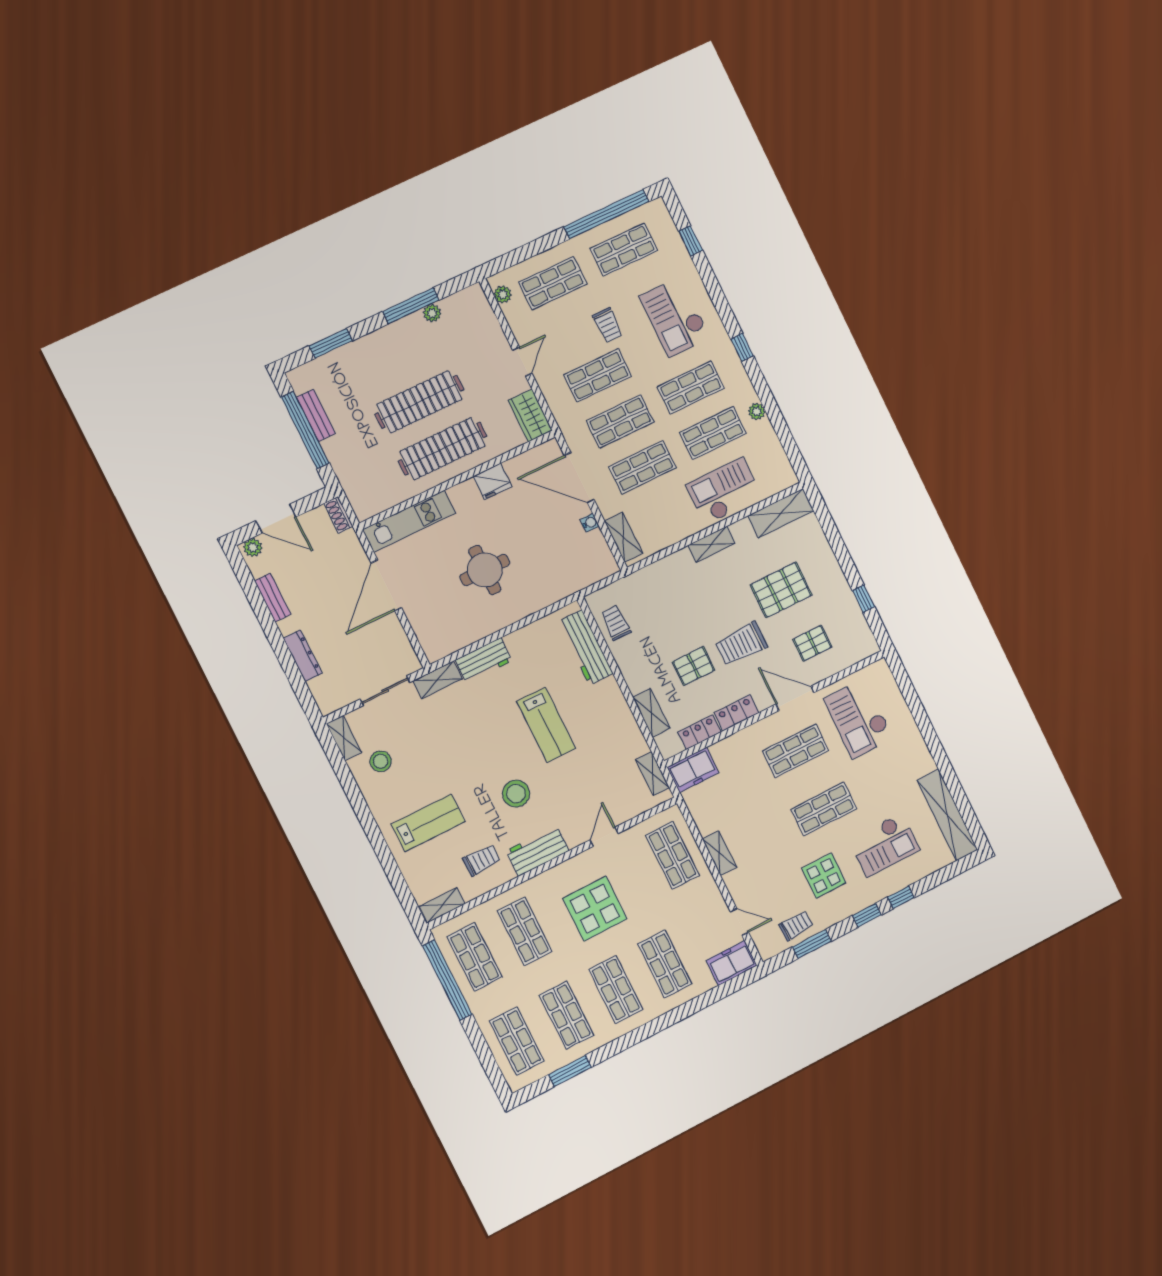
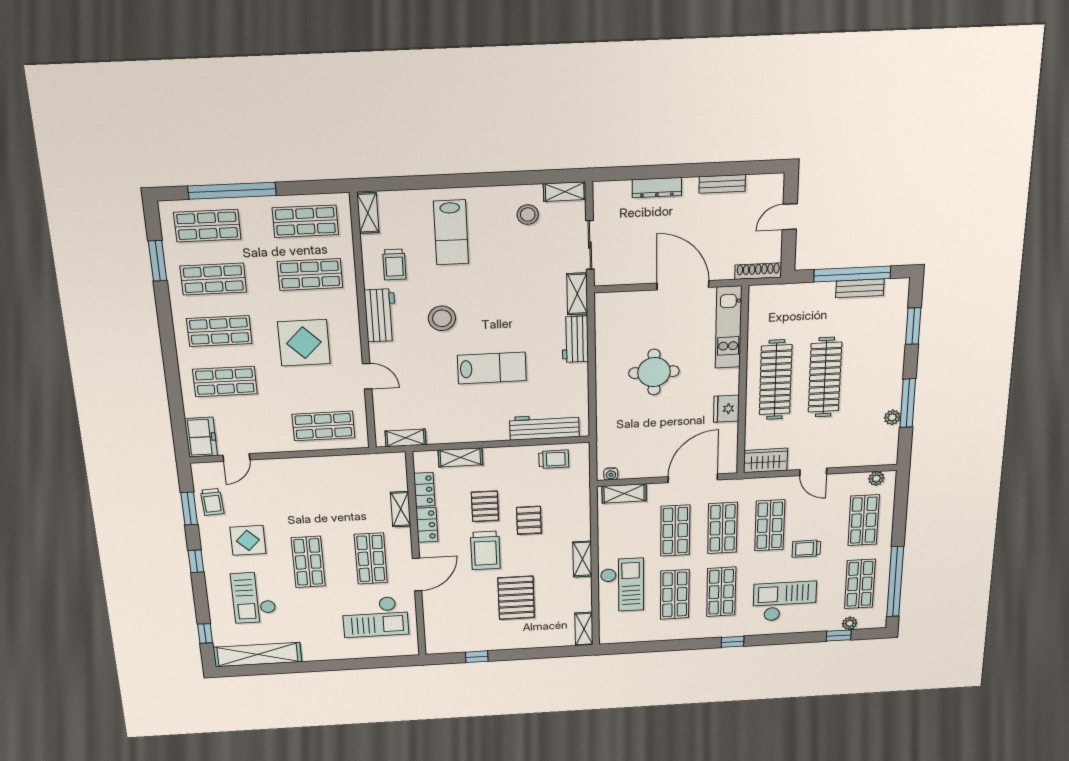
plant: (757, 411) -> (850, 623), moved
shelving: (781, 513) -> (584, 629), width x0.67, depth x0.75
shoe rack: (338, 515) -> (758, 271), width x1.43
door: (276, 519) -> (790, 217), width x0.73
water cooler: (590, 523) -> (611, 474), moved
plant: (253, 548) -> (775, 186), removed
pallet: (812, 643) -> (529, 520), moved
trolley: (741, 644) -> (485, 550), turned 180
checkout: (859, 719) -> (375, 617), turned 180
lab bench: (546, 725) -> (492, 368), turned 180
freezer: (693, 770) -> (393, 471), removed
shelving: (719, 853) -> (401, 509), moved, turned 90
window: (901, 897) -> (205, 633), moved
window: (447, 980) -> (232, 191), moved

